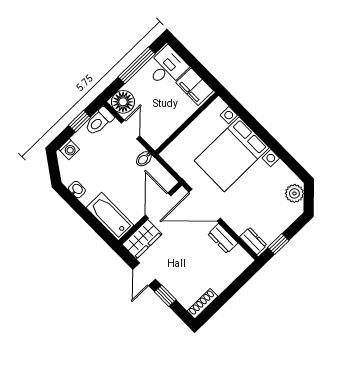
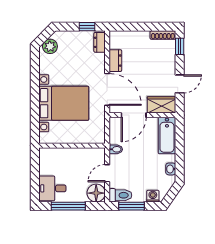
filing cabinet: (195, 87) -> (47, 162), removed
window: (80, 121) -> (131, 206), width x1.50
window: (165, 296) -> (180, 46), moved

